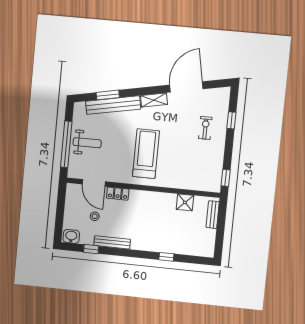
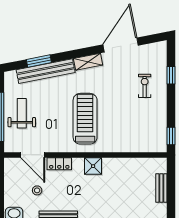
weight bench: (87, 143) -> (22, 113), turned -90
shower: (185, 202) -> (93, 166), moved
bench: (213, 215) -> (161, 188), moved

